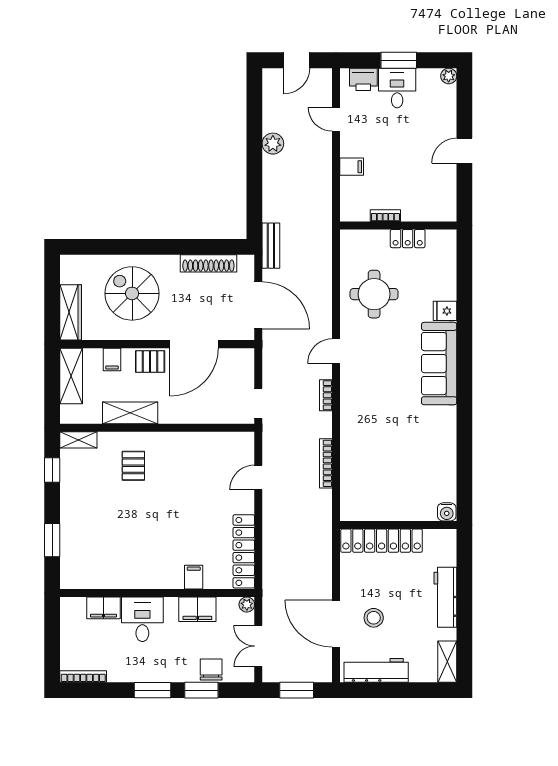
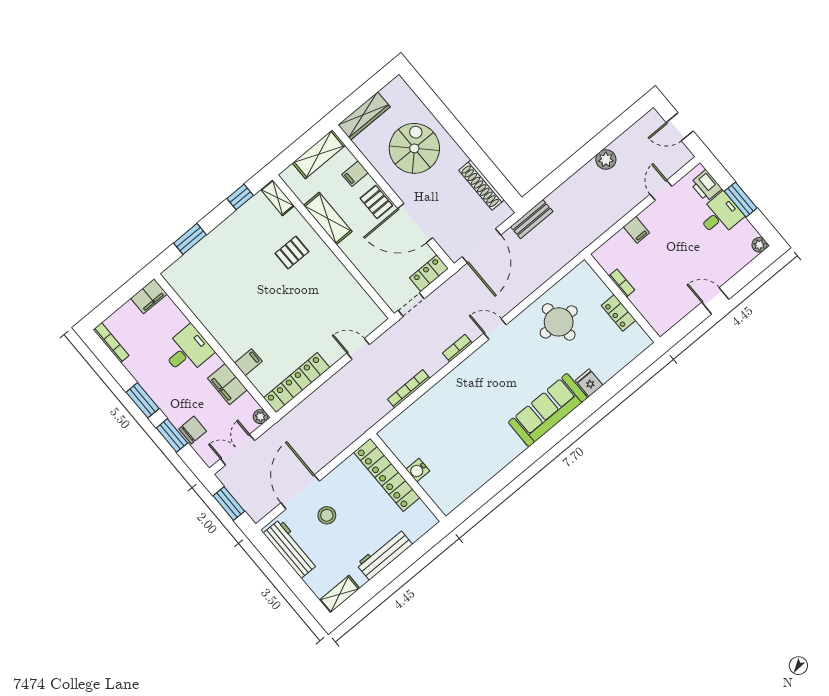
locker: (245, 367) -> (429, 273), added
water cooler: (447, 512) -> (418, 470), moved
filing cabinet: (104, 608) -> (149, 296), moved, turned -90

